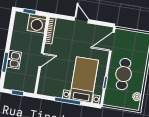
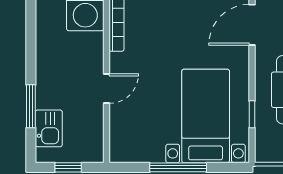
kitchen sink: (14, 60) -> (49, 128), moved

